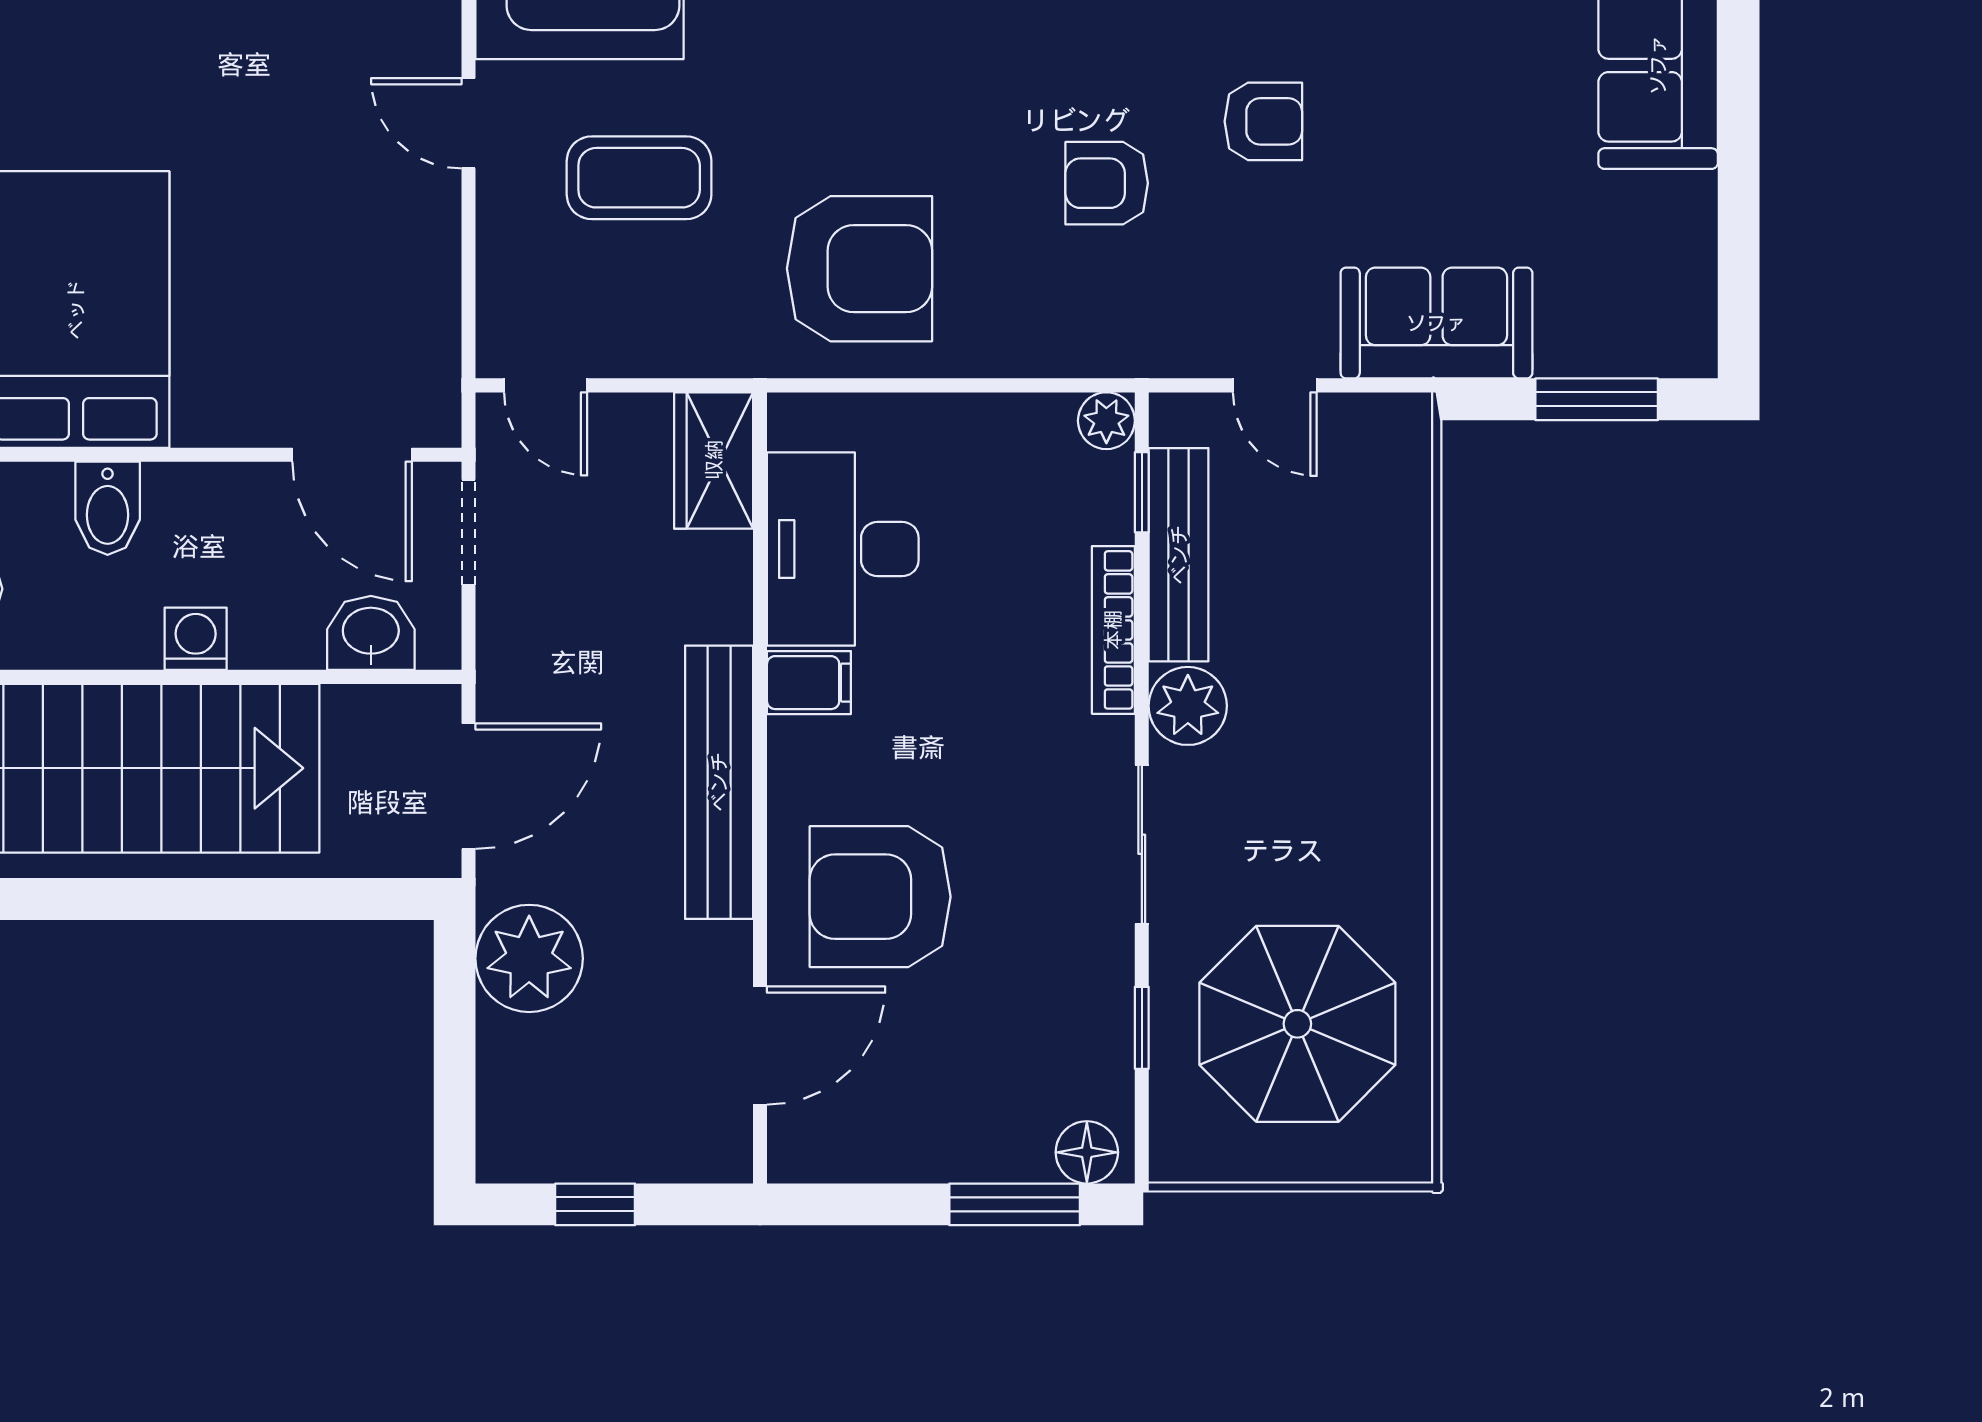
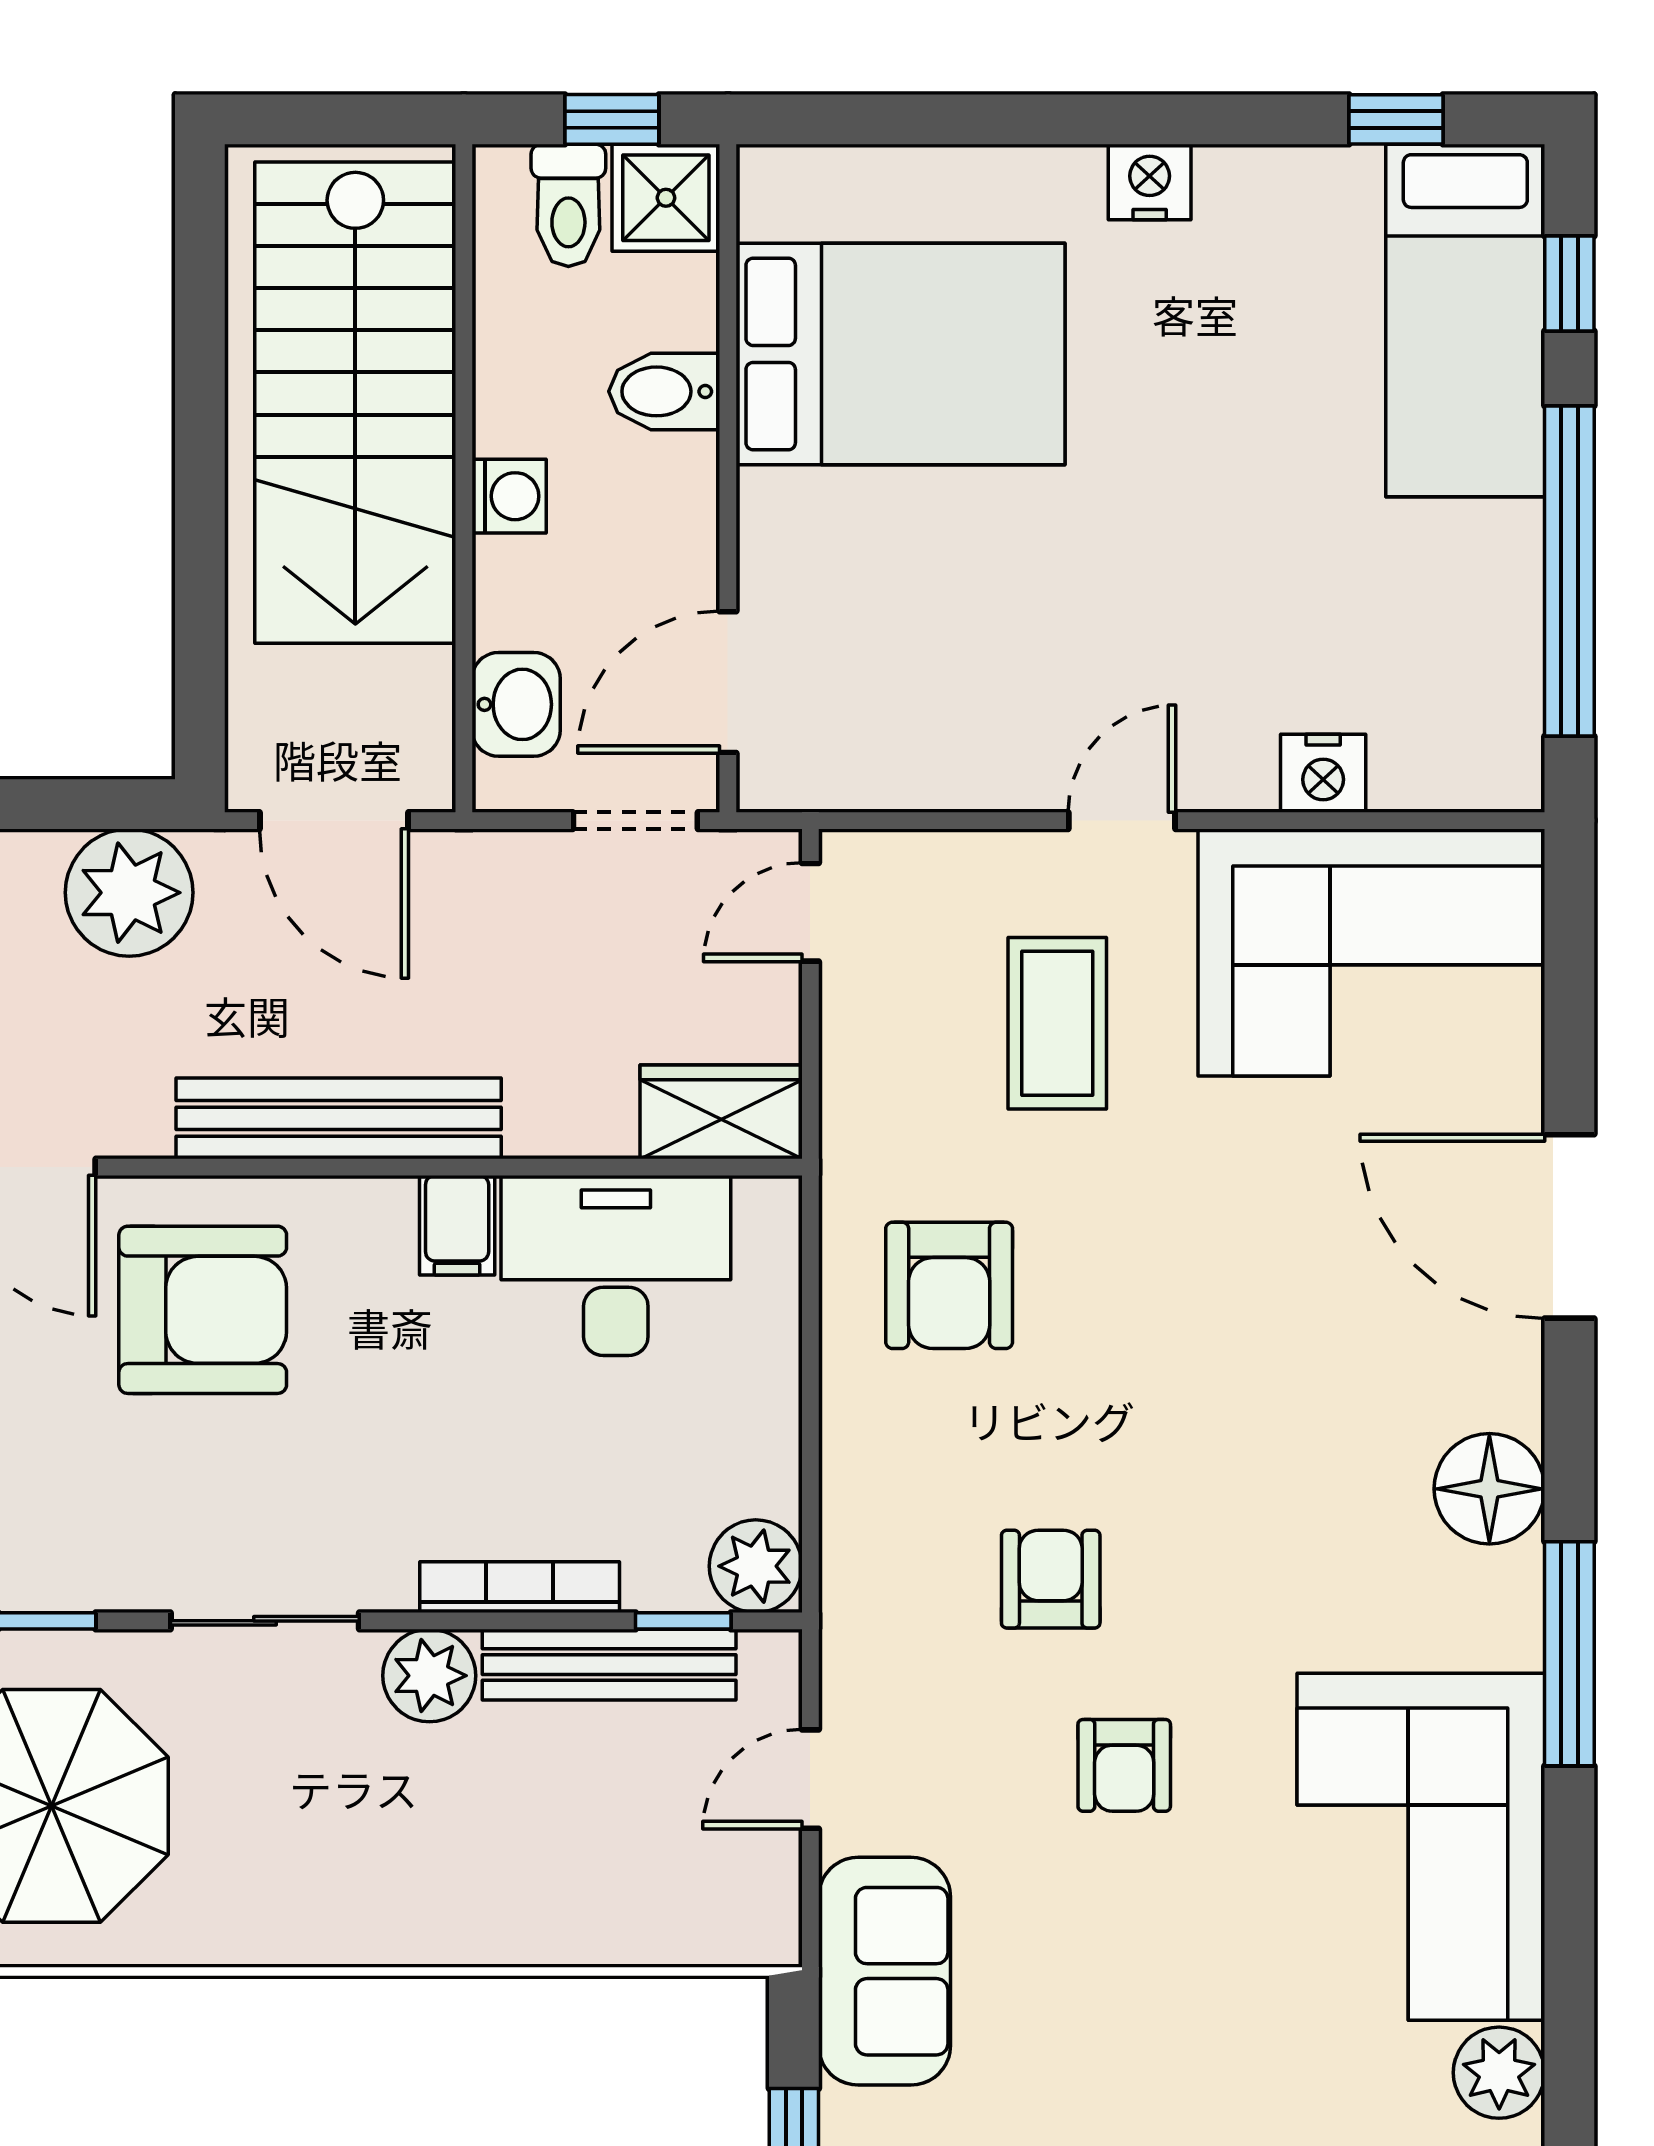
armchair: (860, 269) -> (949, 1285), width x0.73, depth x0.73
plant: (1106, 421) -> (756, 1566), width x1.38, depth x1.38
armchair: (880, 897) -> (203, 1310), turned 90

